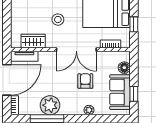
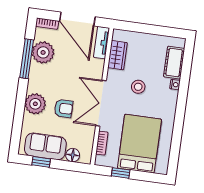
plant: (50, 105) -> (43, 52), moved
plant: (89, 110) -> (35, 104), width x1.88, depth x1.88

